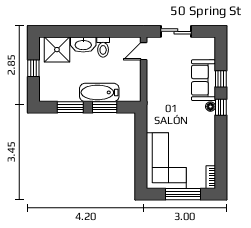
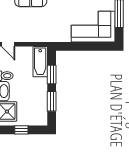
bathtub: (99, 92) -> (40, 62), moved

